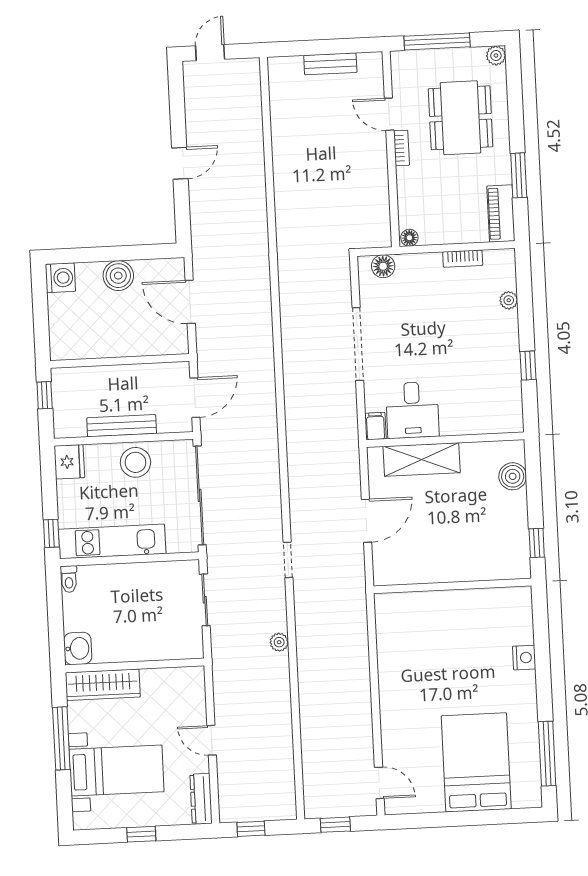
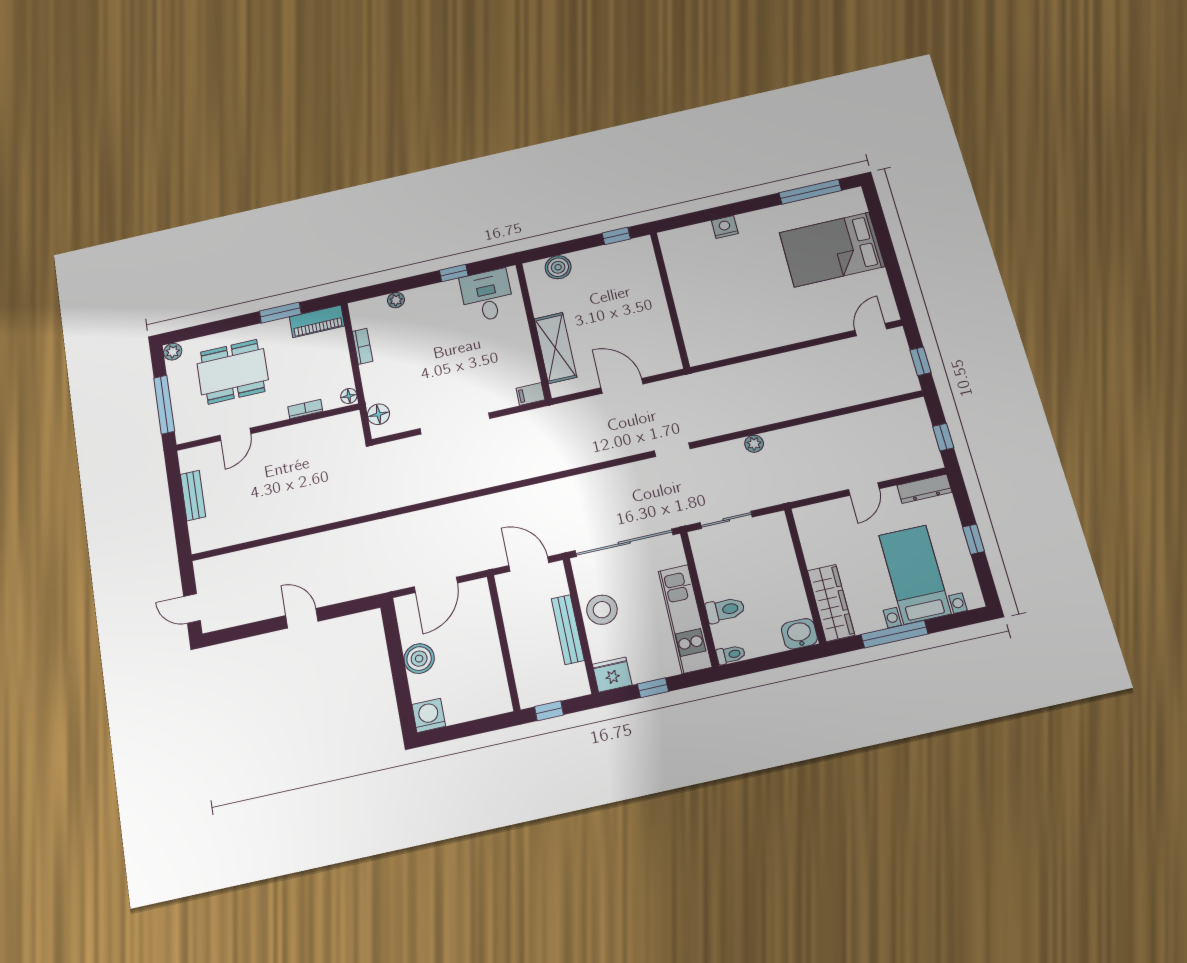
bookcase: (401, 148) -> (305, 409), moved
desk: (412, 410) -> (487, 296), moved, turned -90
window: (51, 533) -> (653, 688), moved
toilet: (114, 582) -> (725, 610), added

